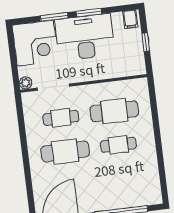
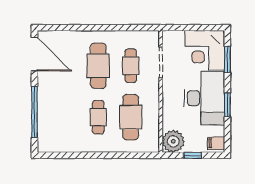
window: (54, 17) -> (227, 60), moved
plant: (26, 83) -> (173, 141), moved, width x1.87, depth x1.87

